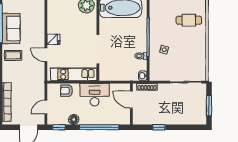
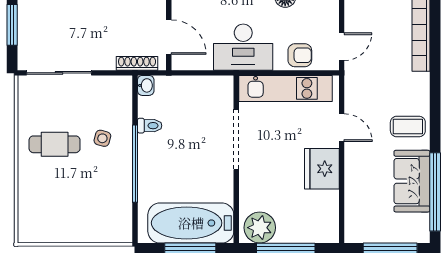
cafe table: (189, 20) -> (55, 144), moved
fridge: (53, 39) -> (322, 169), width x1.88, depth x1.34
door: (46, 107) -> (342, 47), moved

